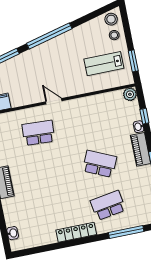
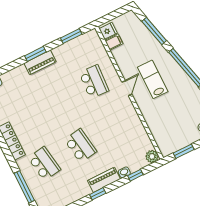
lab bench: (104, 64) -> (153, 79), moved
school desk: (100, 164) -> (80, 146), turned -33

